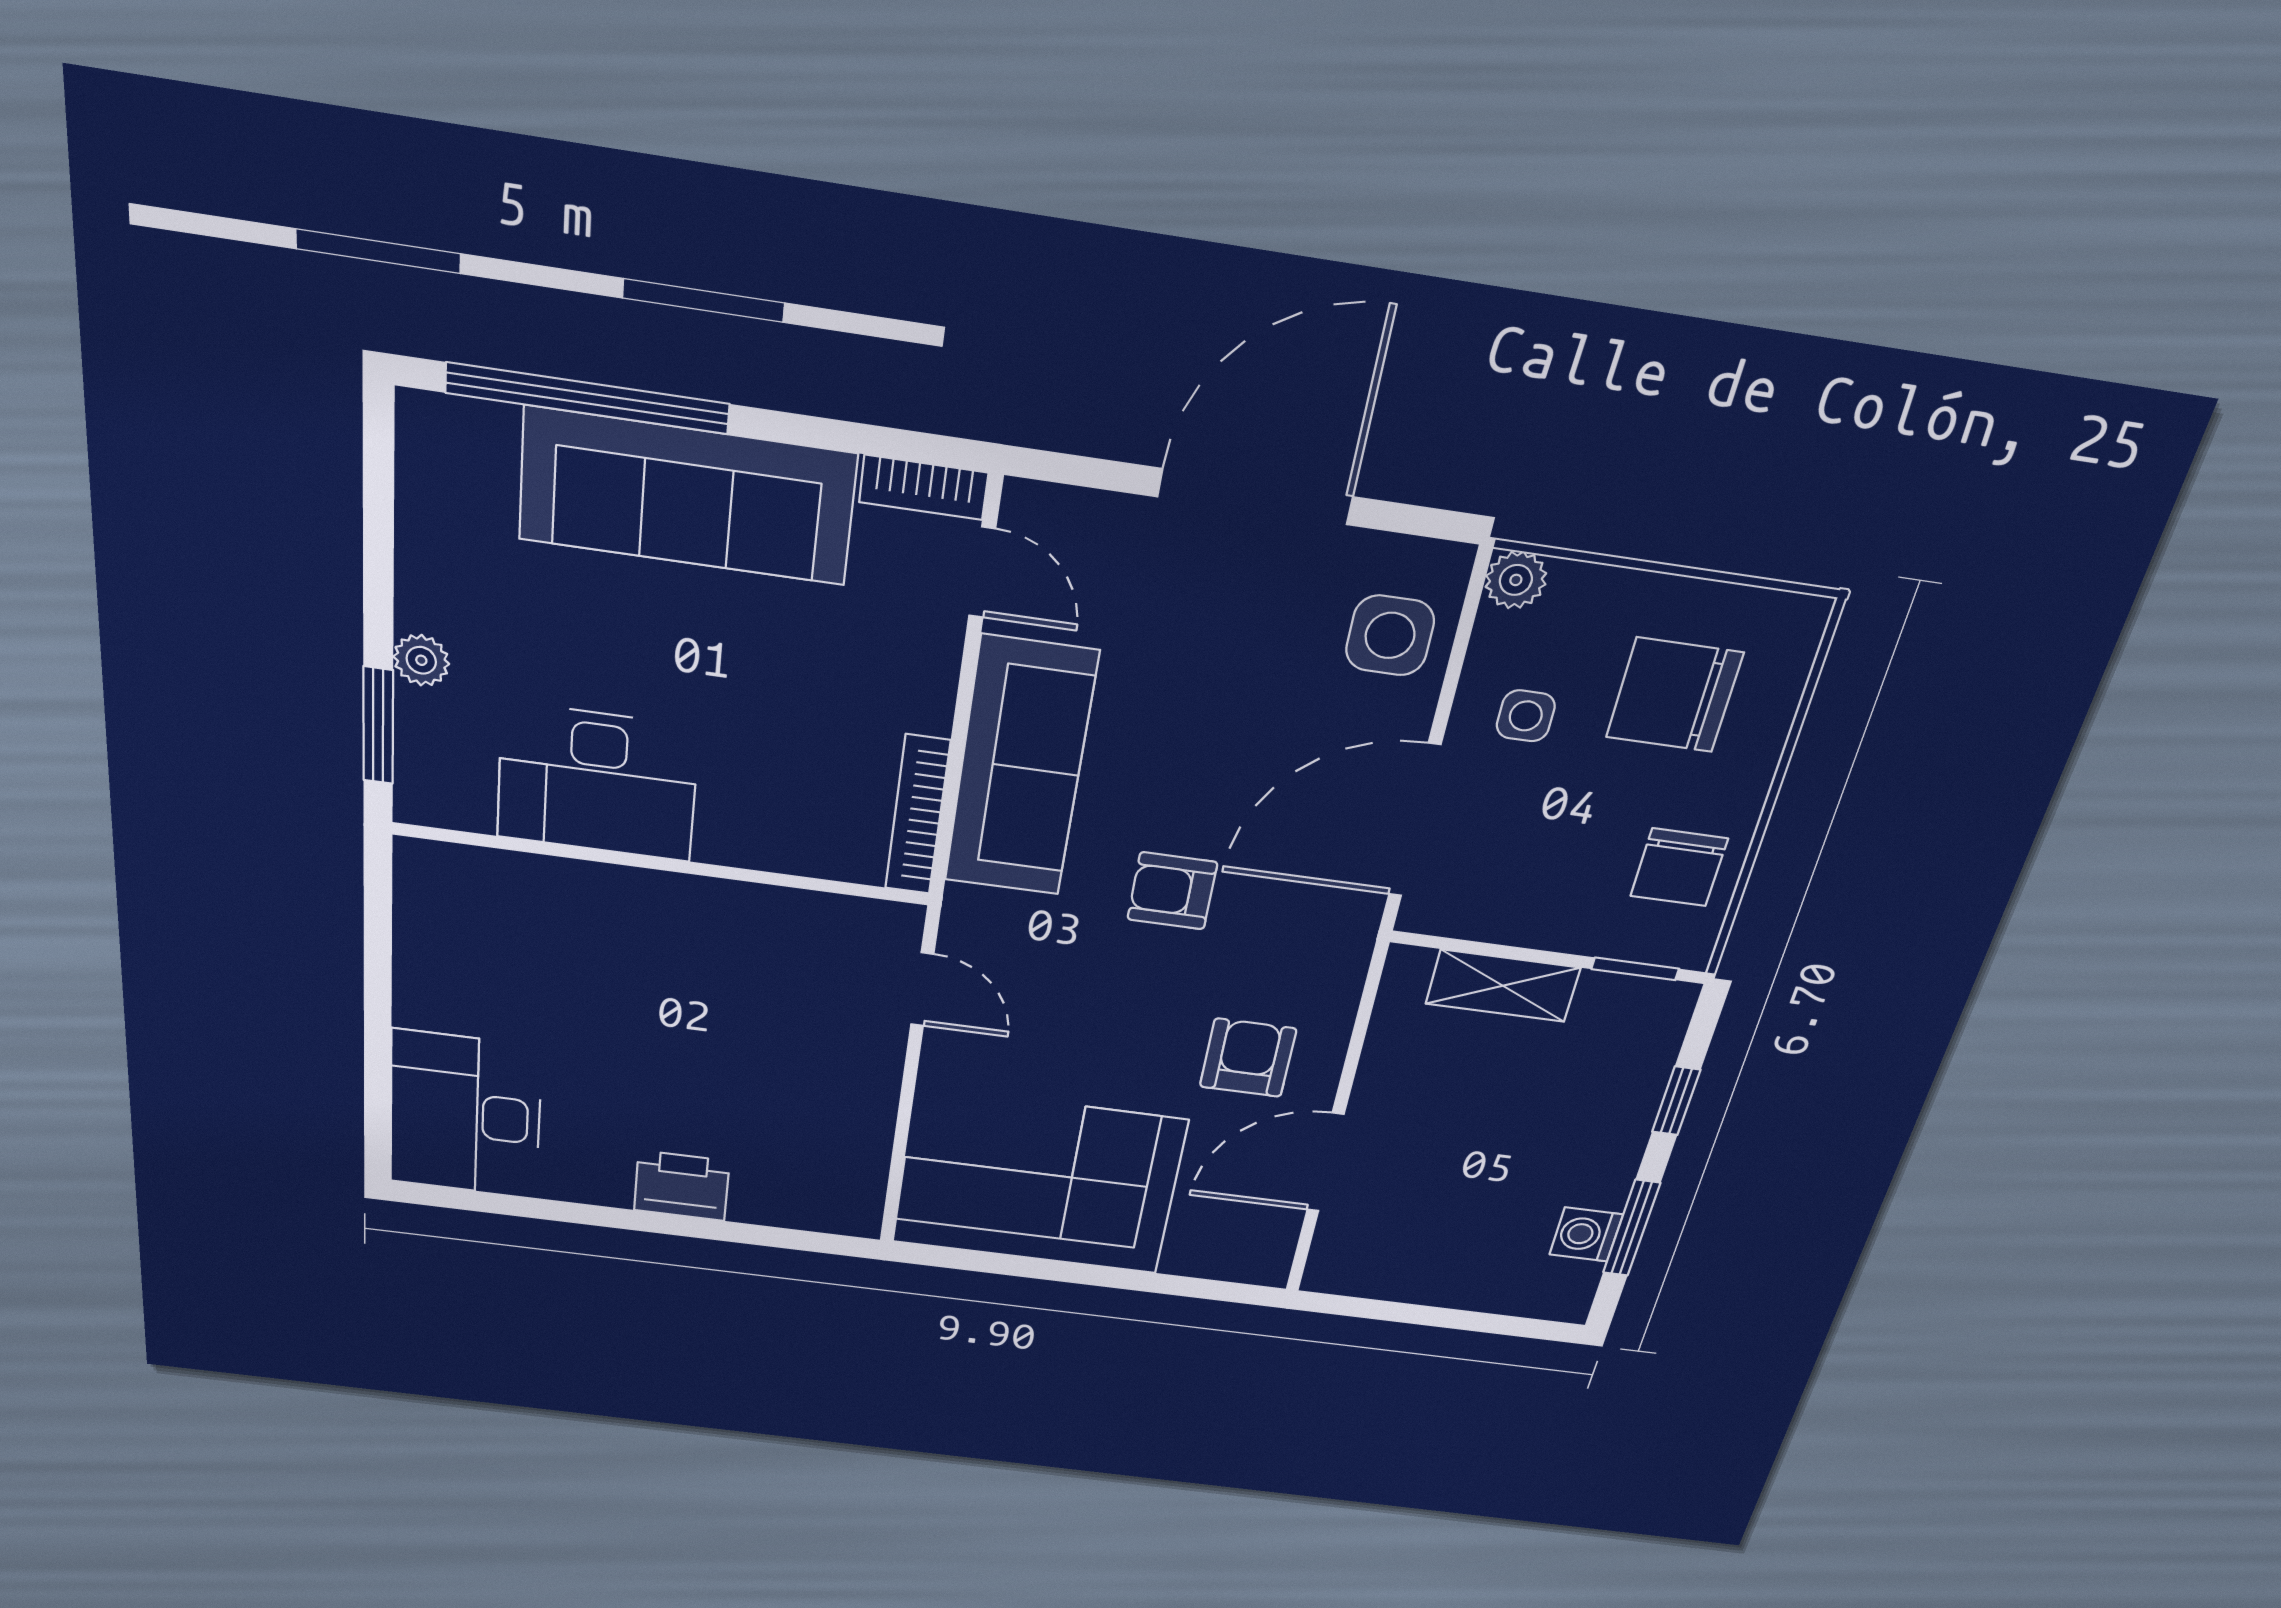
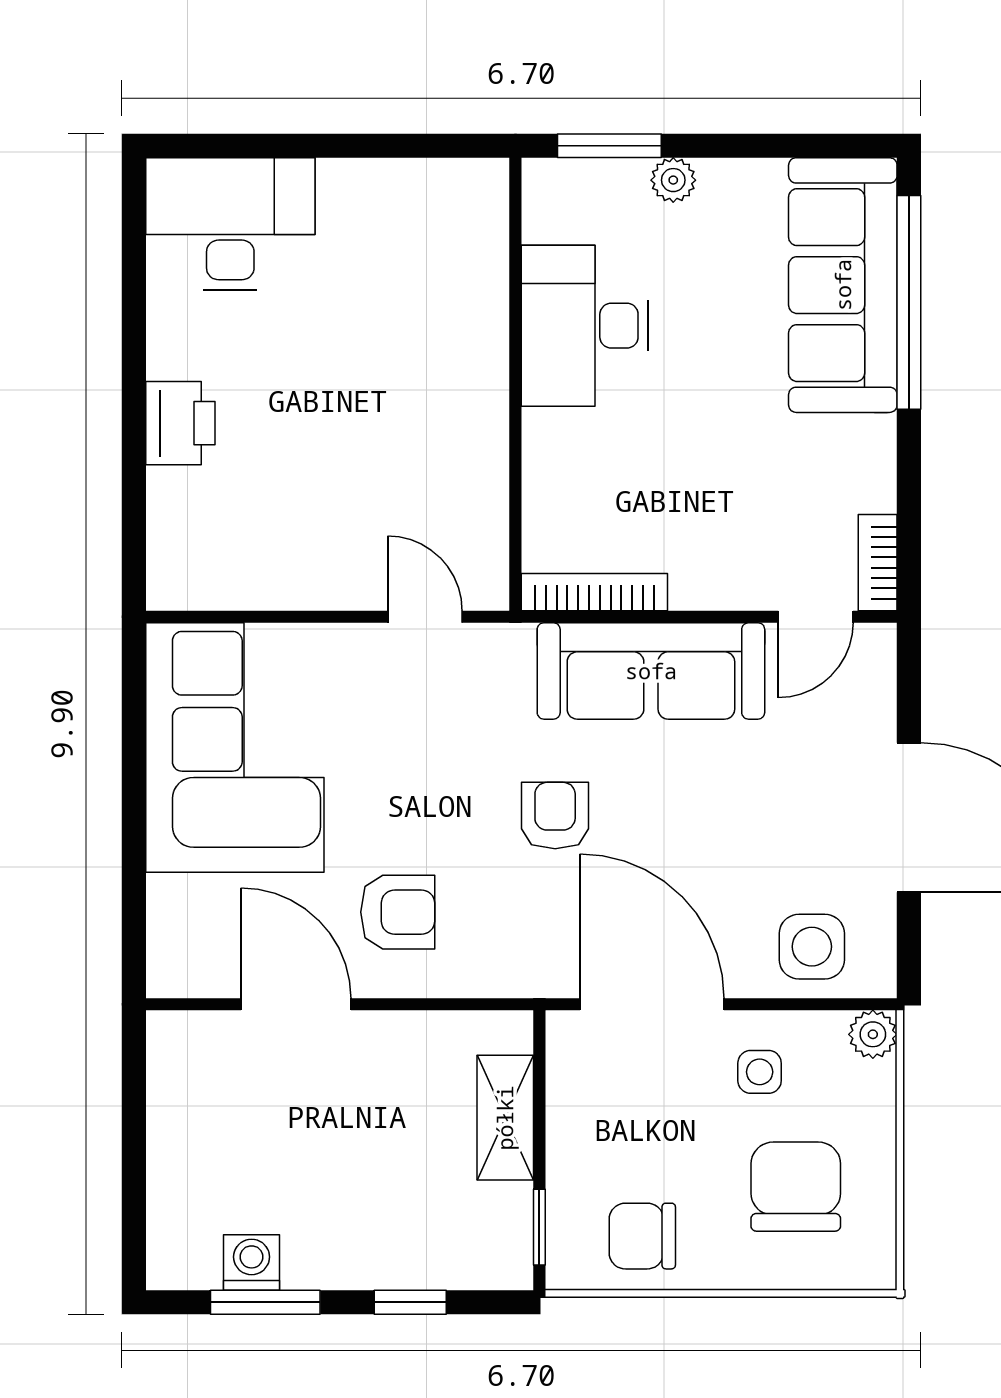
sofa: (687, 497) -> (843, 285), moved
door: (922, 989) -> (425, 617), swing flipped

